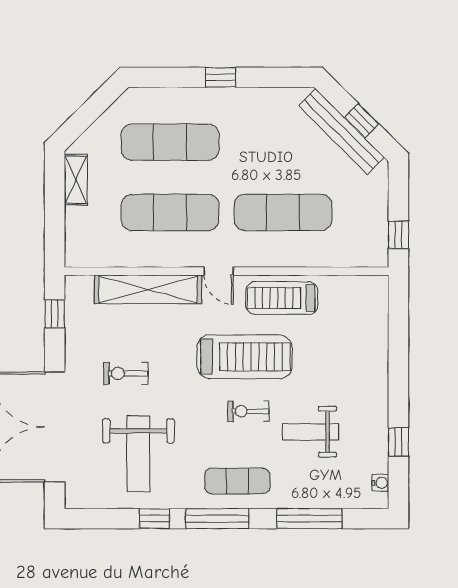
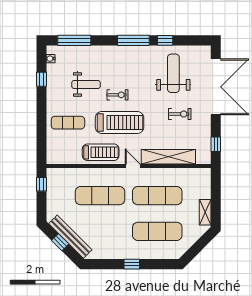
treadmill: (245, 357) -> (120, 123), turned 180
exercise mat: (237, 481) -> (68, 123), moved
window: (309, 519) -> (74, 40), moved

